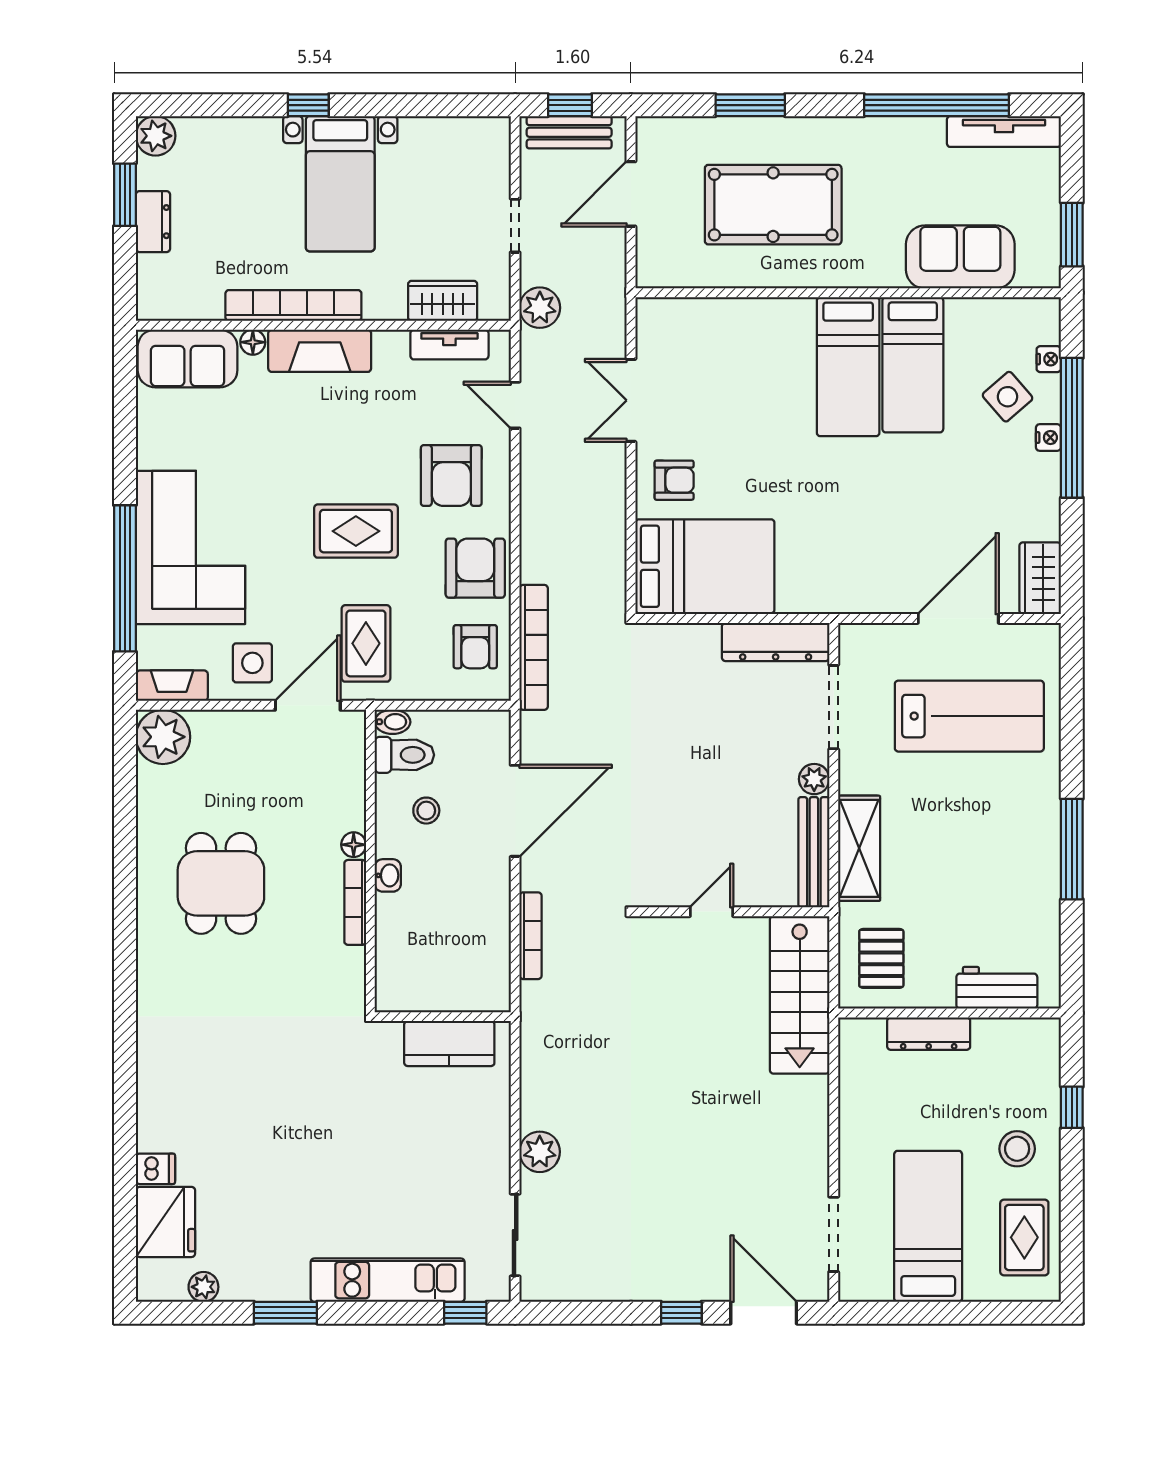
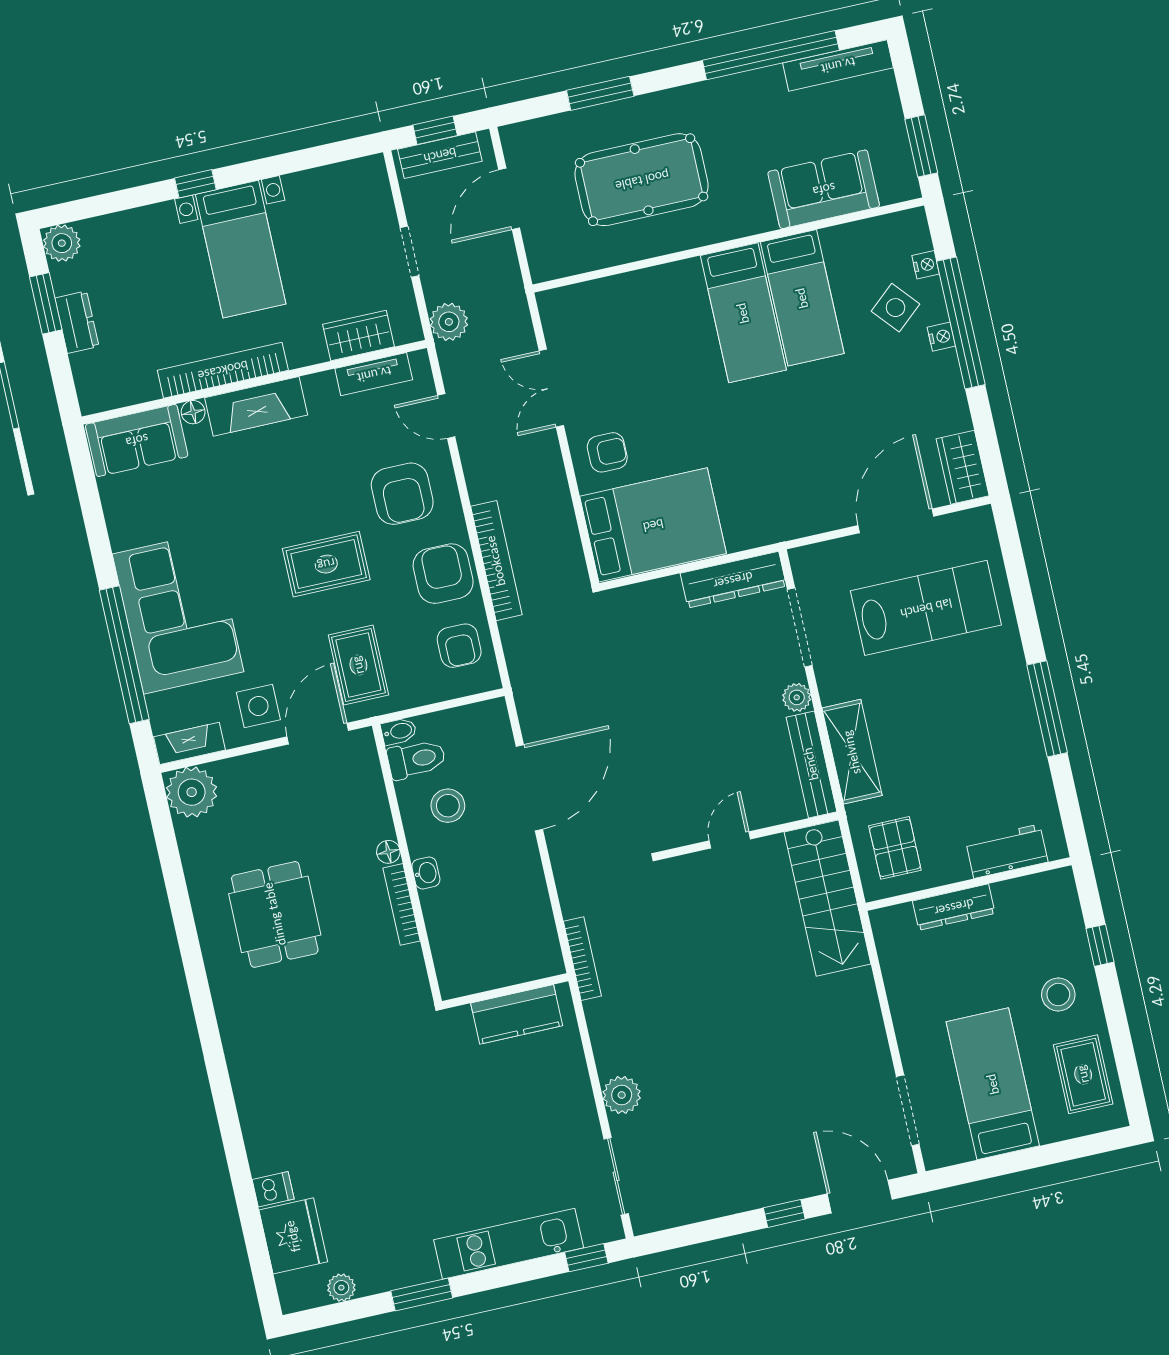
bookcase: (534, 647) -> (496, 561), moved
stool: (426, 811) -> (448, 806), width x1.37, depth x1.37
bookcase: (531, 936) -> (582, 959), moved

